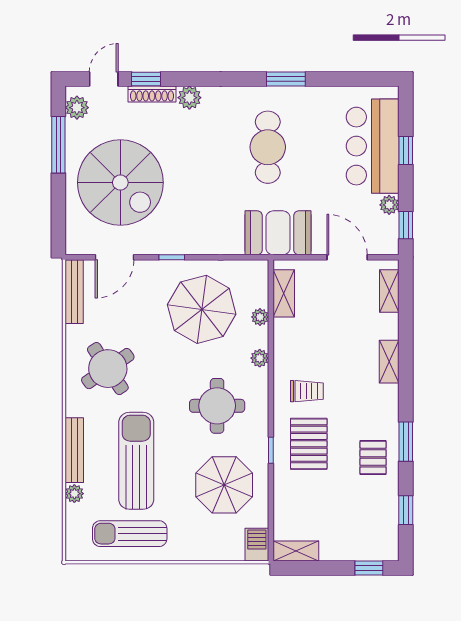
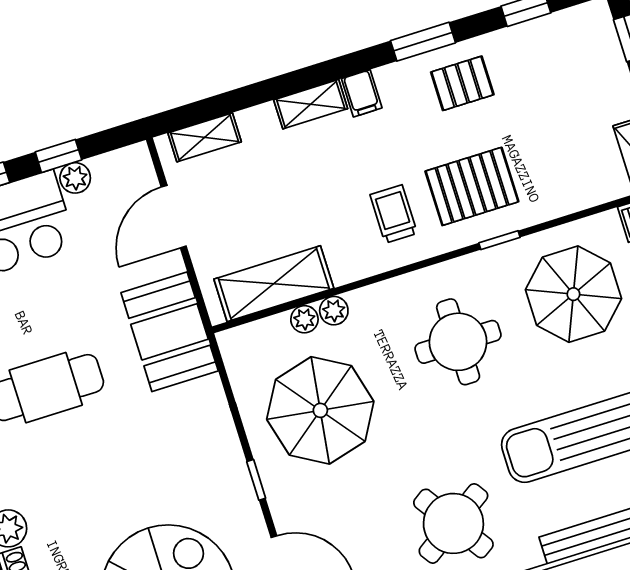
window: (406, 225) -> (58, 156), moved
shelving: (284, 293) -> (274, 284), width x1.50, depth x1.33
plant: (260, 358) -> (334, 311), moved
filing cabinet: (386, 395) -> (362, 93), added

